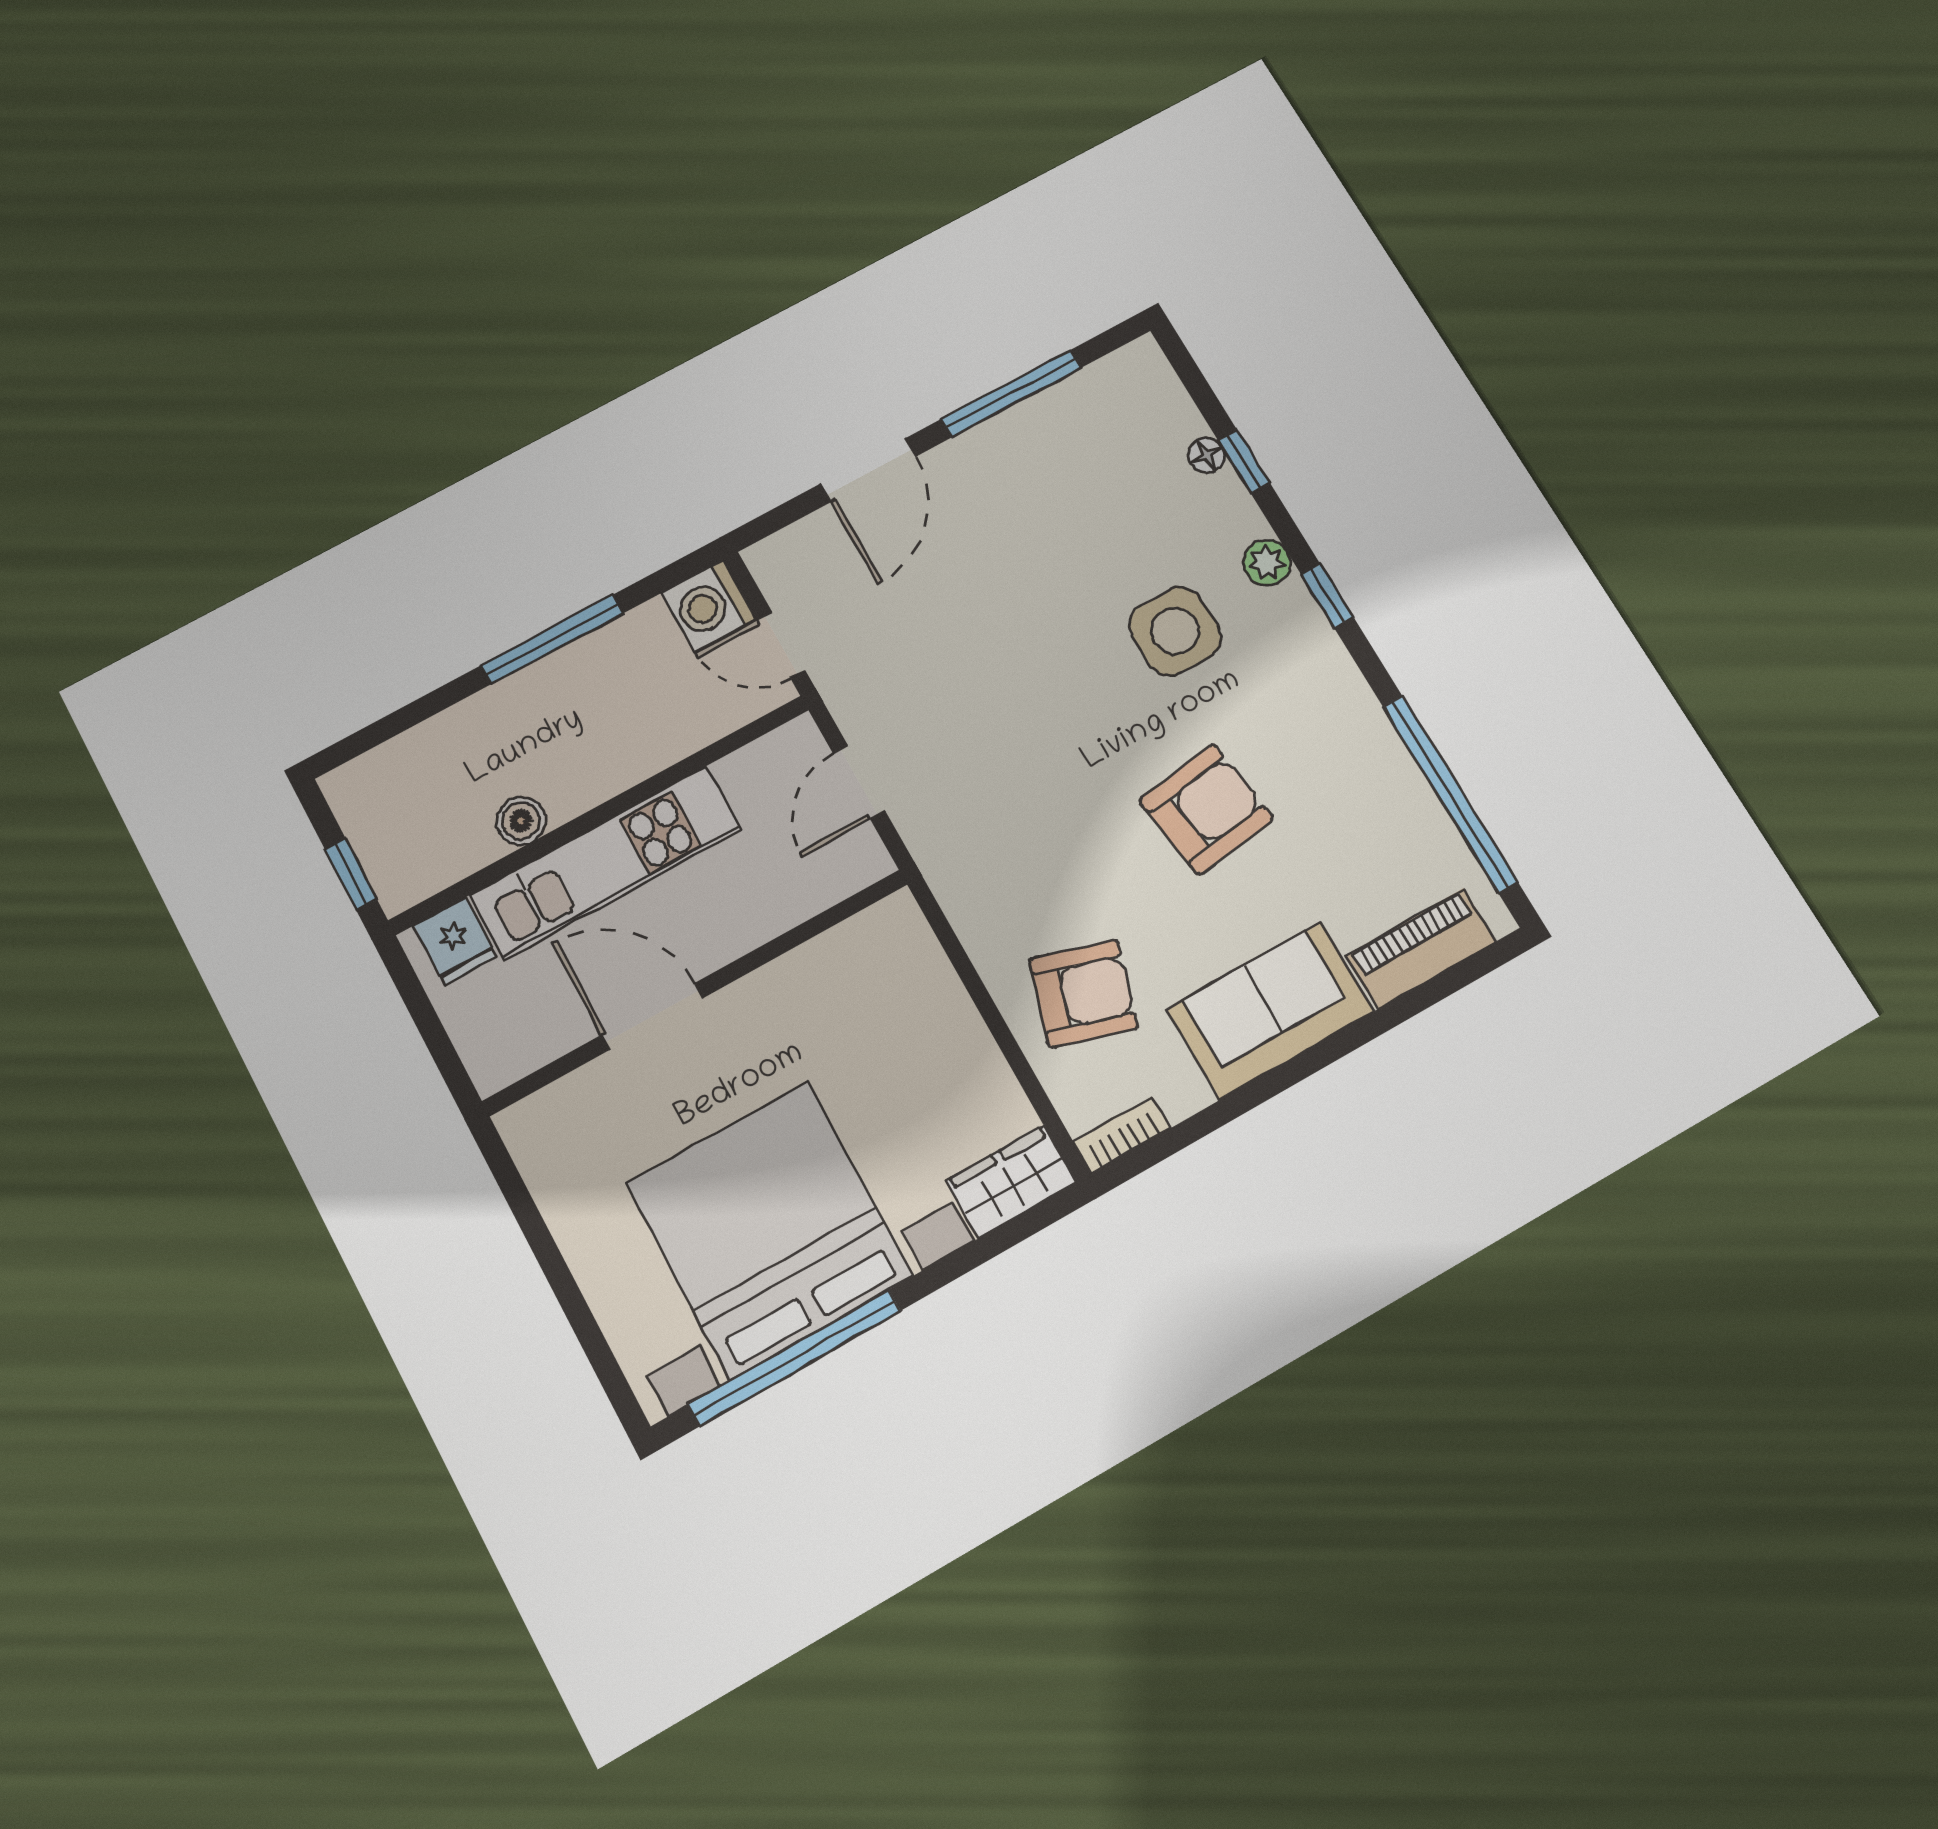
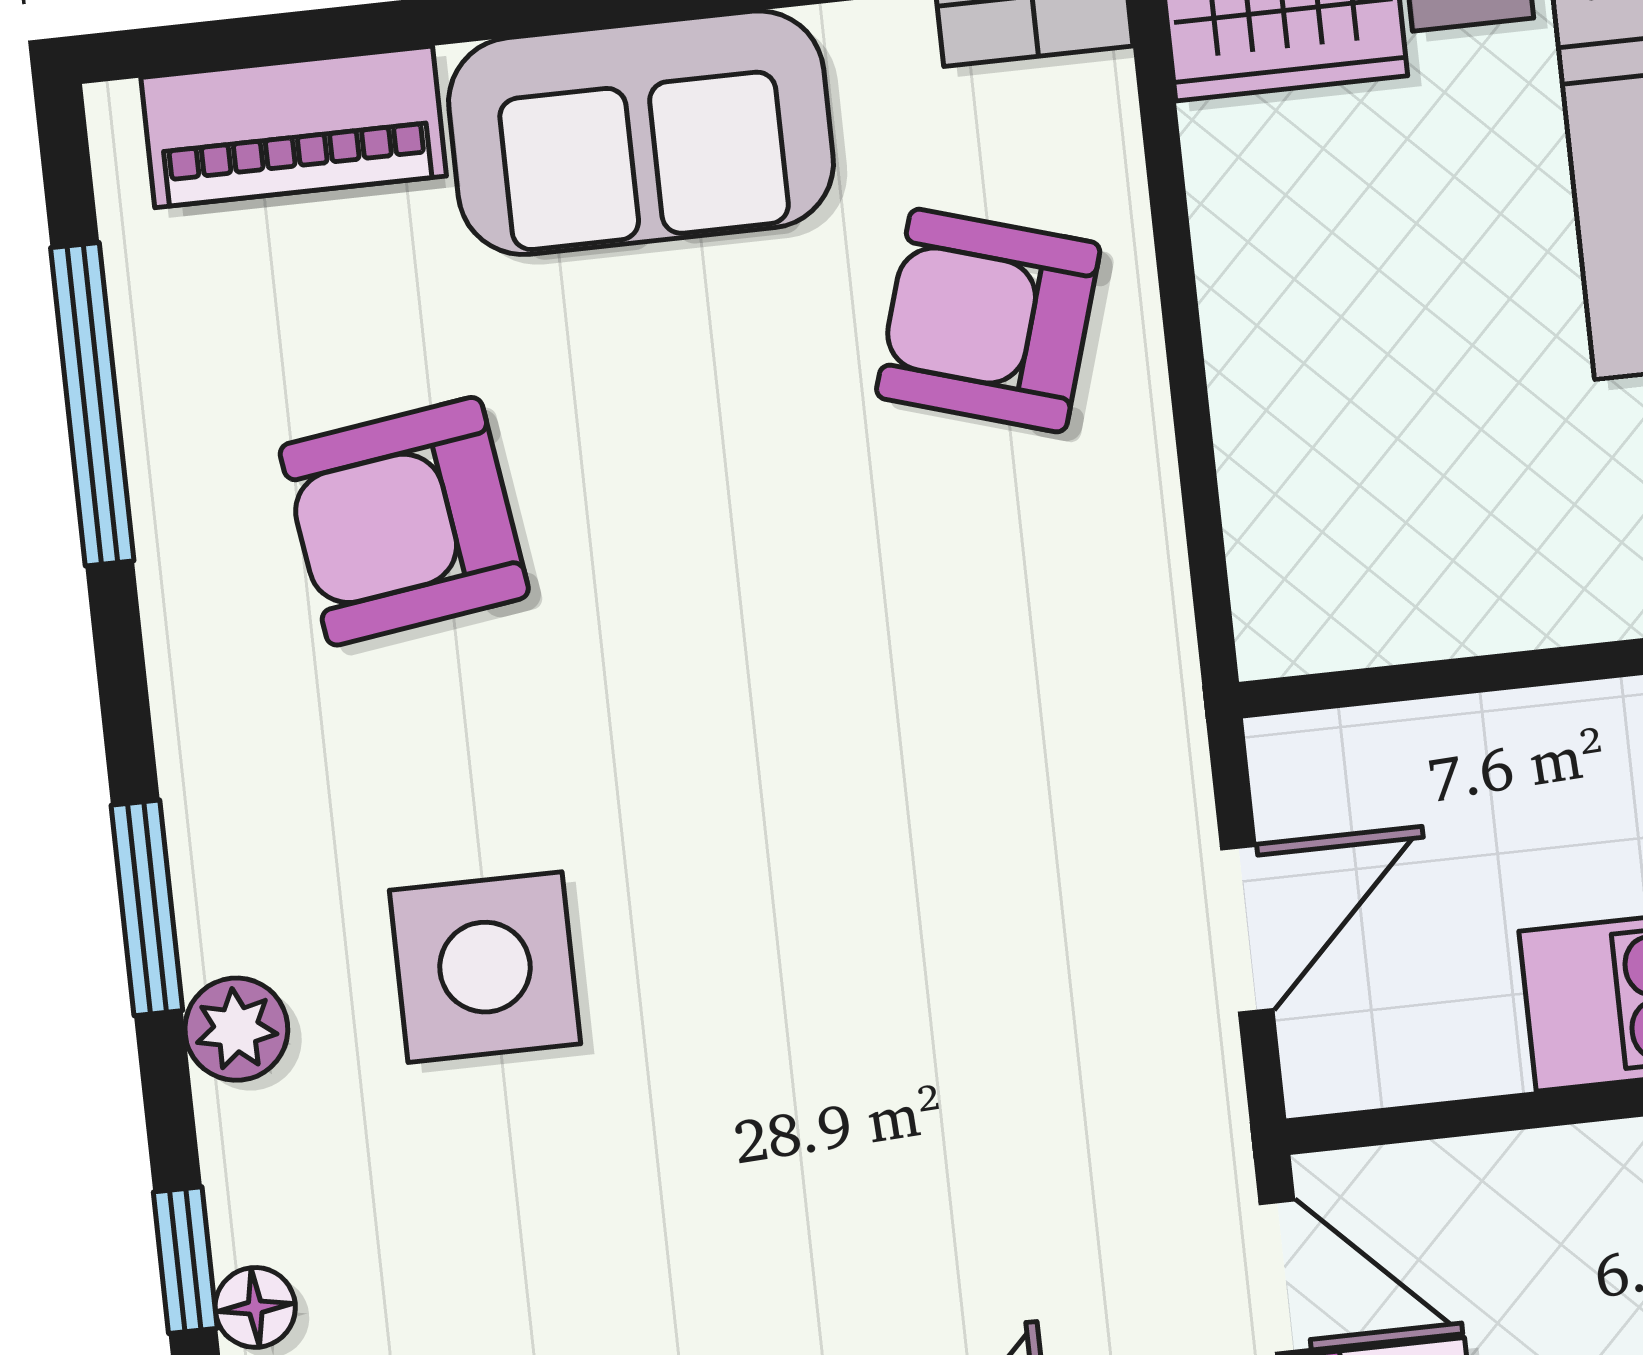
window: (1327, 596) -> (147, 908), width x1.50
window: (1450, 794) -> (92, 404), width x0.68
armchair: (1206, 809) -> (404, 521), moved

